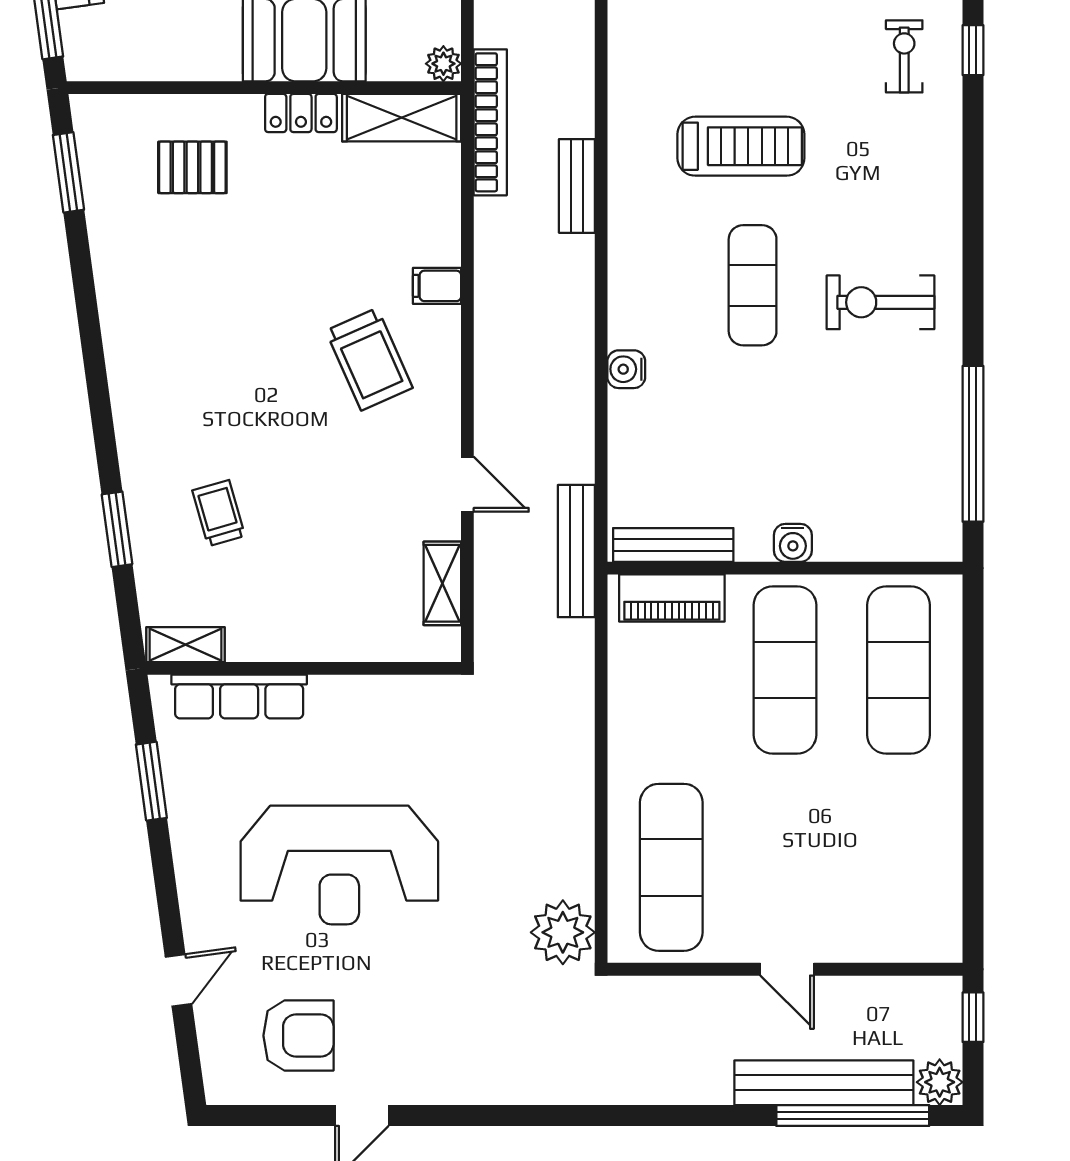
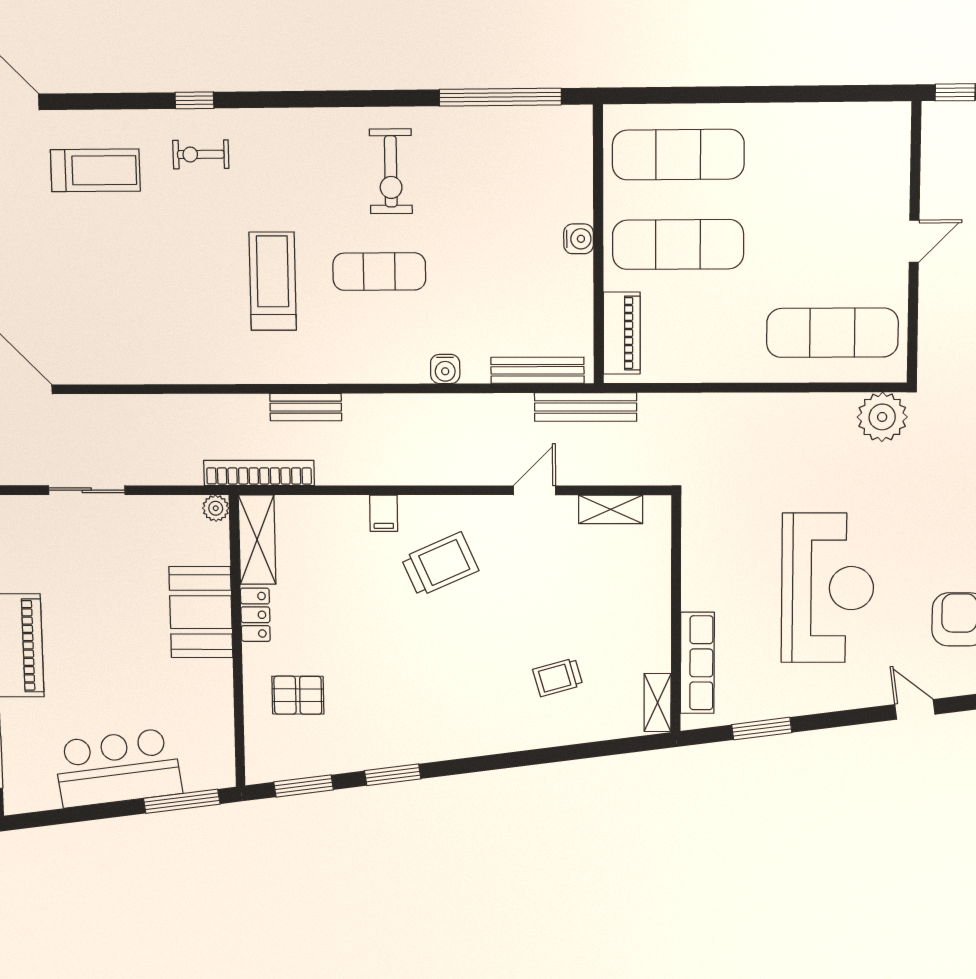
pallet: (192, 167) -> (298, 695), turned 90
window: (117, 529) -> (393, 775), moved
bench: (673, 545) -> (537, 370), moved, turned 90

